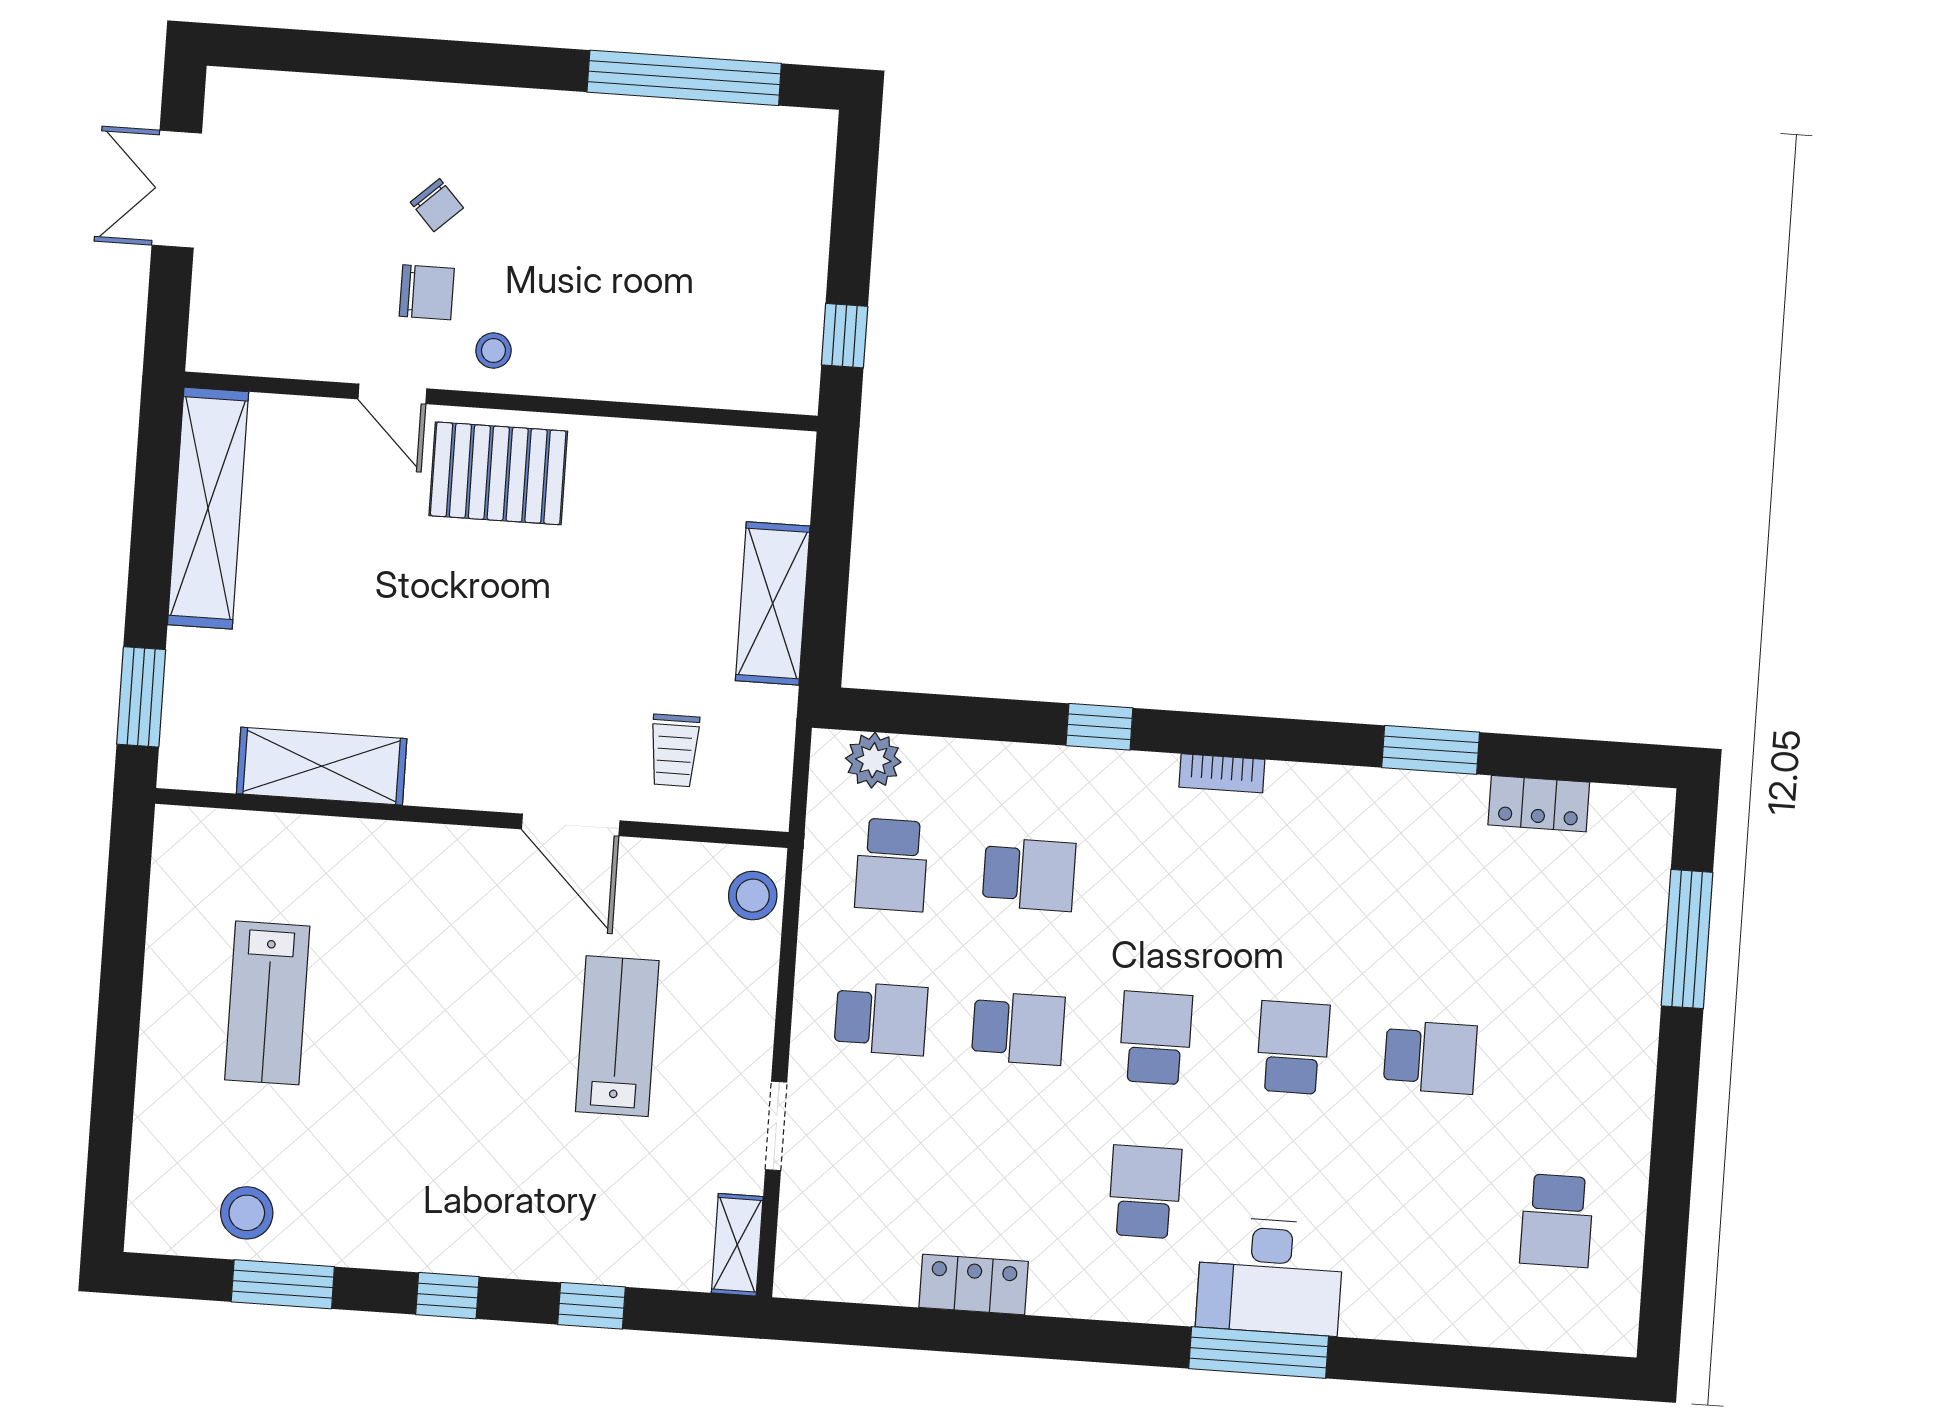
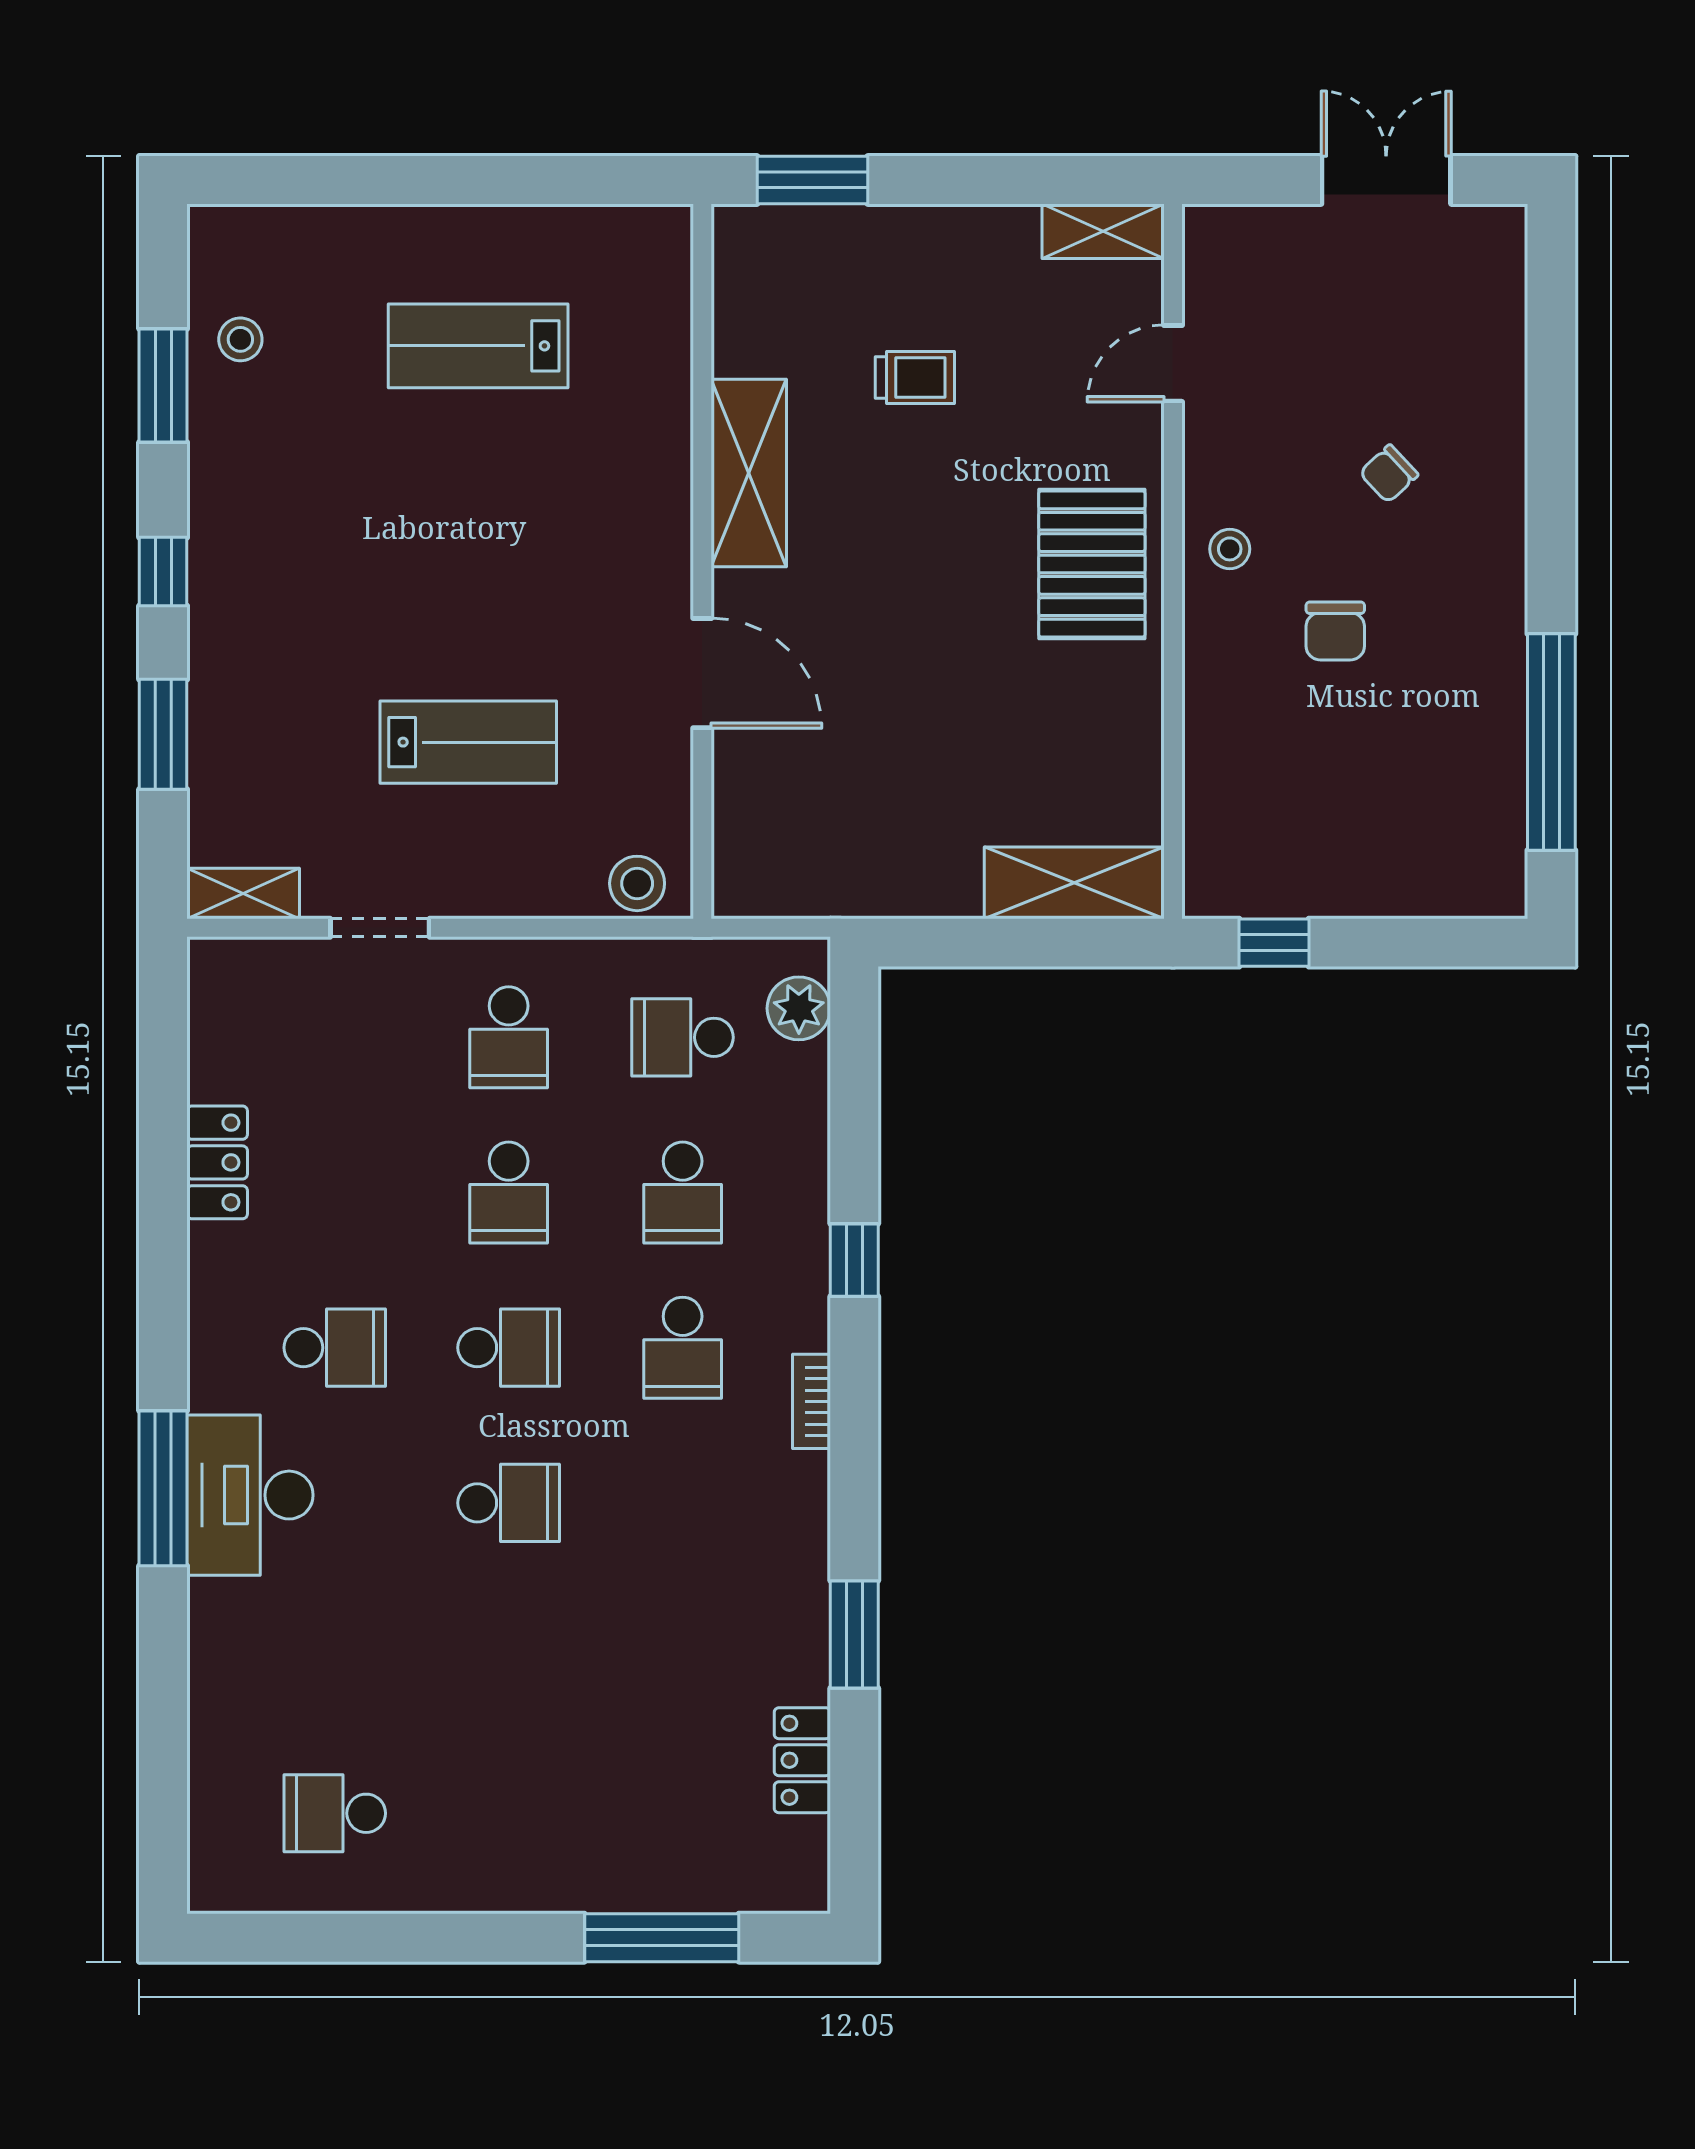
chair: (427, 292) -> (1335, 631), moved
door: (392, 394) -> (1173, 363), moved
shelving: (208, 508) -> (1103, 231), width x0.45, depth x0.75
shelving: (773, 603) -> (1074, 883), moved
trolley: (674, 750) -> (915, 378), moved, turned 180
shelving: (322, 766) -> (749, 473), moved
door: (571, 825) -> (702, 673), swing flipped
school desk: (1430, 1057) -> (683, 1348), moved
stool: (247, 1213) -> (240, 339), width x0.73, depth x0.73
window: (592, 1306) -> (163, 734), width x1.50

